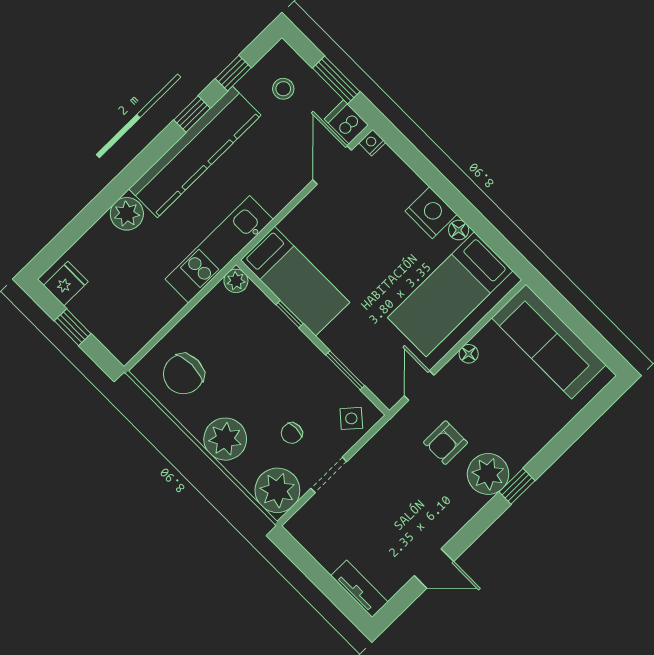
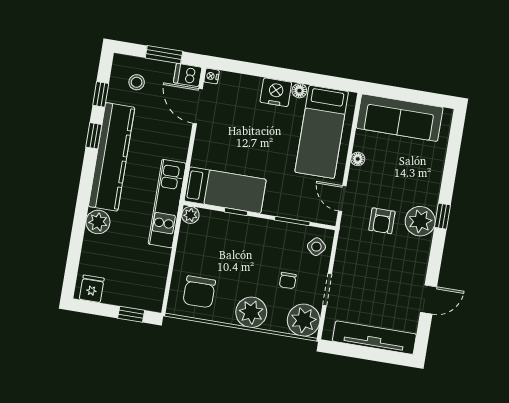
window: (73, 327) -> (131, 314), moved
tv unit: (359, 589) -> (374, 338), width x1.92, depth x1.29

